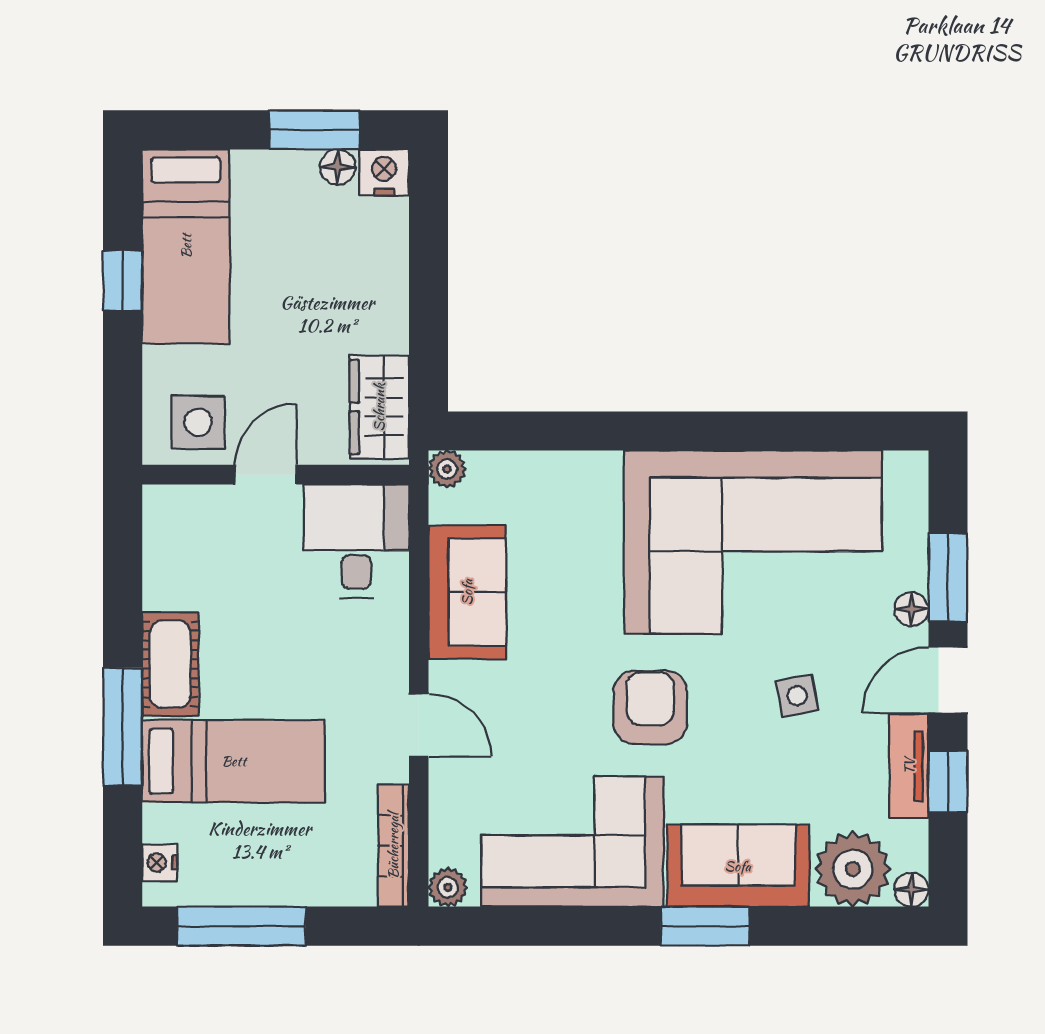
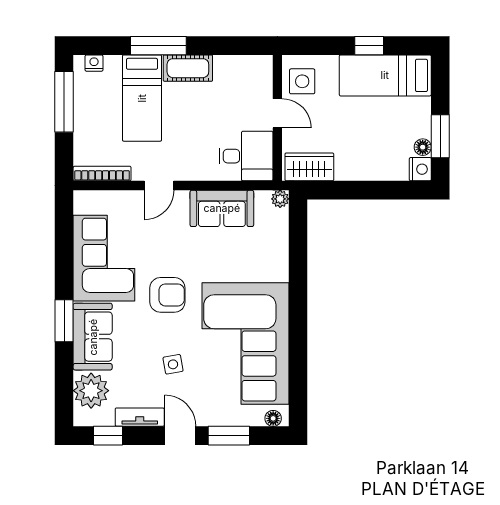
floor lamp: (912, 609) -> (273, 418), moved
window: (948, 782) -> (108, 436), moved
plant: (448, 887) -> (82, 199), removed
floor lamp: (911, 890) -> (81, 418), removed

